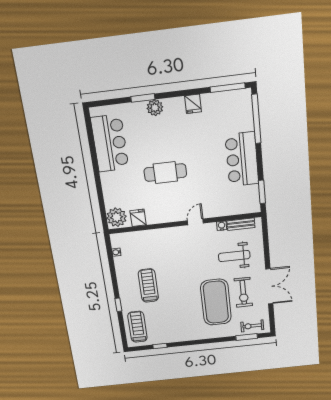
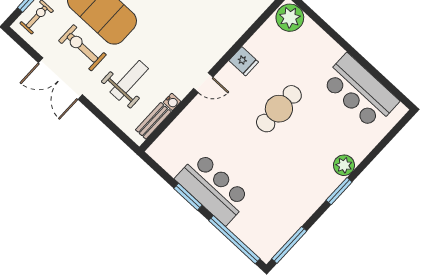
window: (143, 98) -> (339, 191), moved
fridge: (193, 104) -> (310, 201), removed
window: (262, 192) -> (188, 197), moved
fridge: (138, 218) -> (244, 61), moved
door: (195, 222) -> (203, 83), hinge flipped

